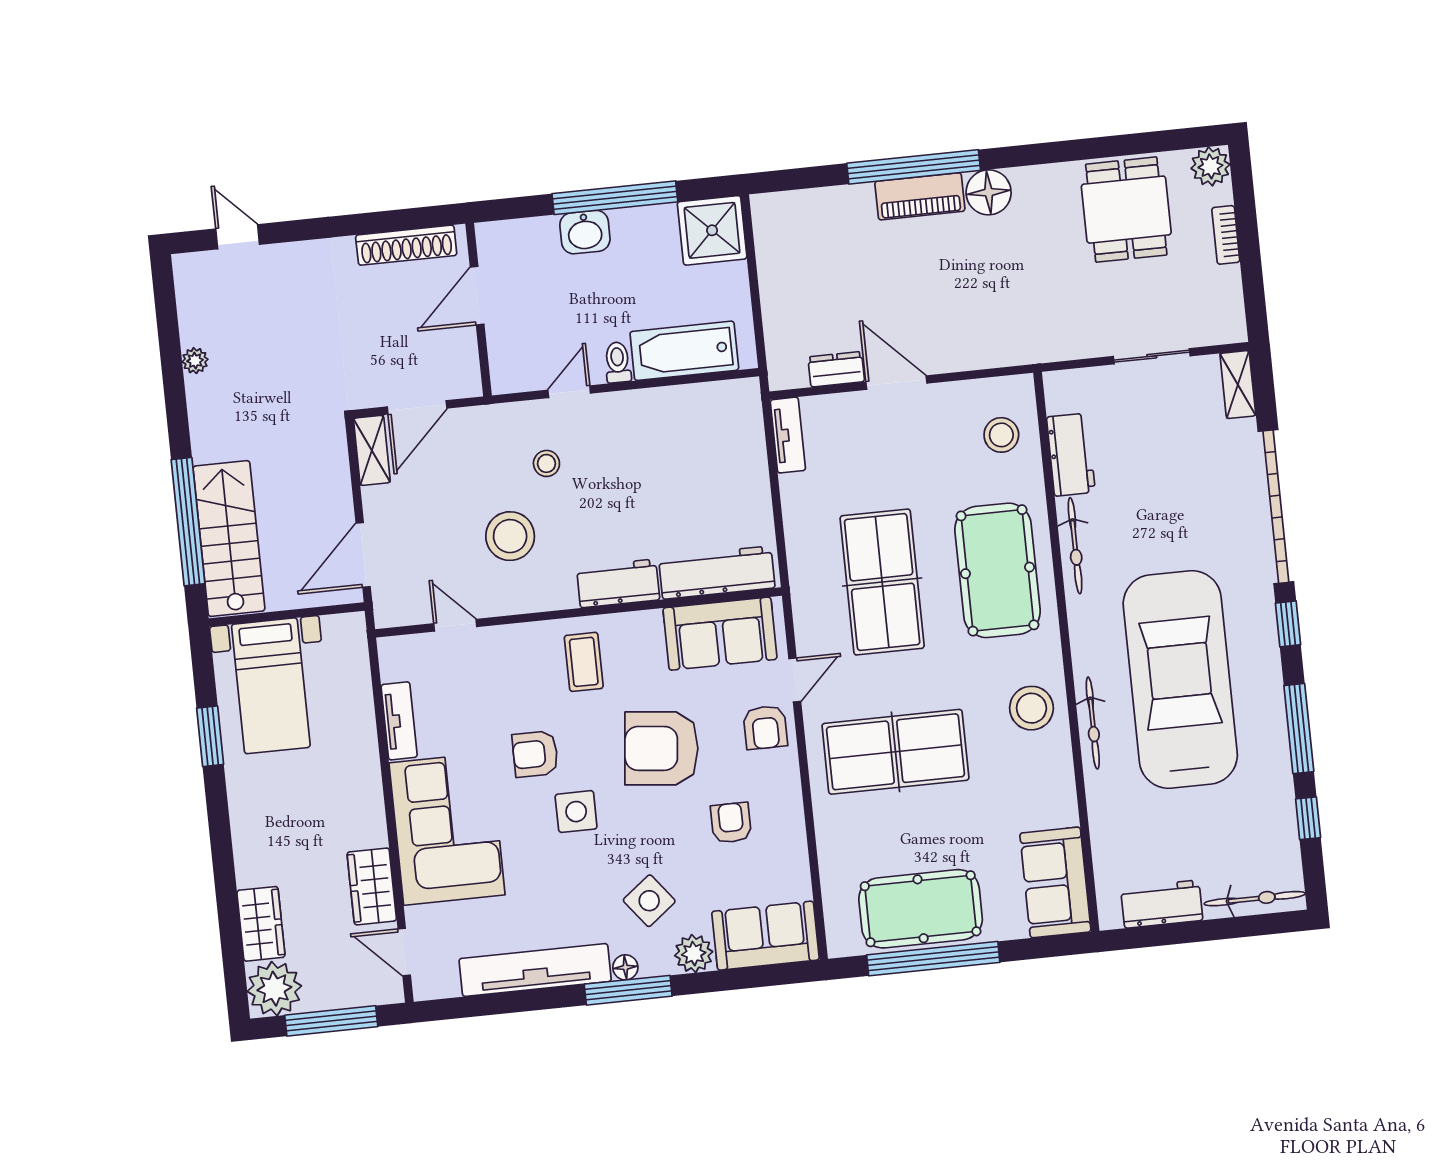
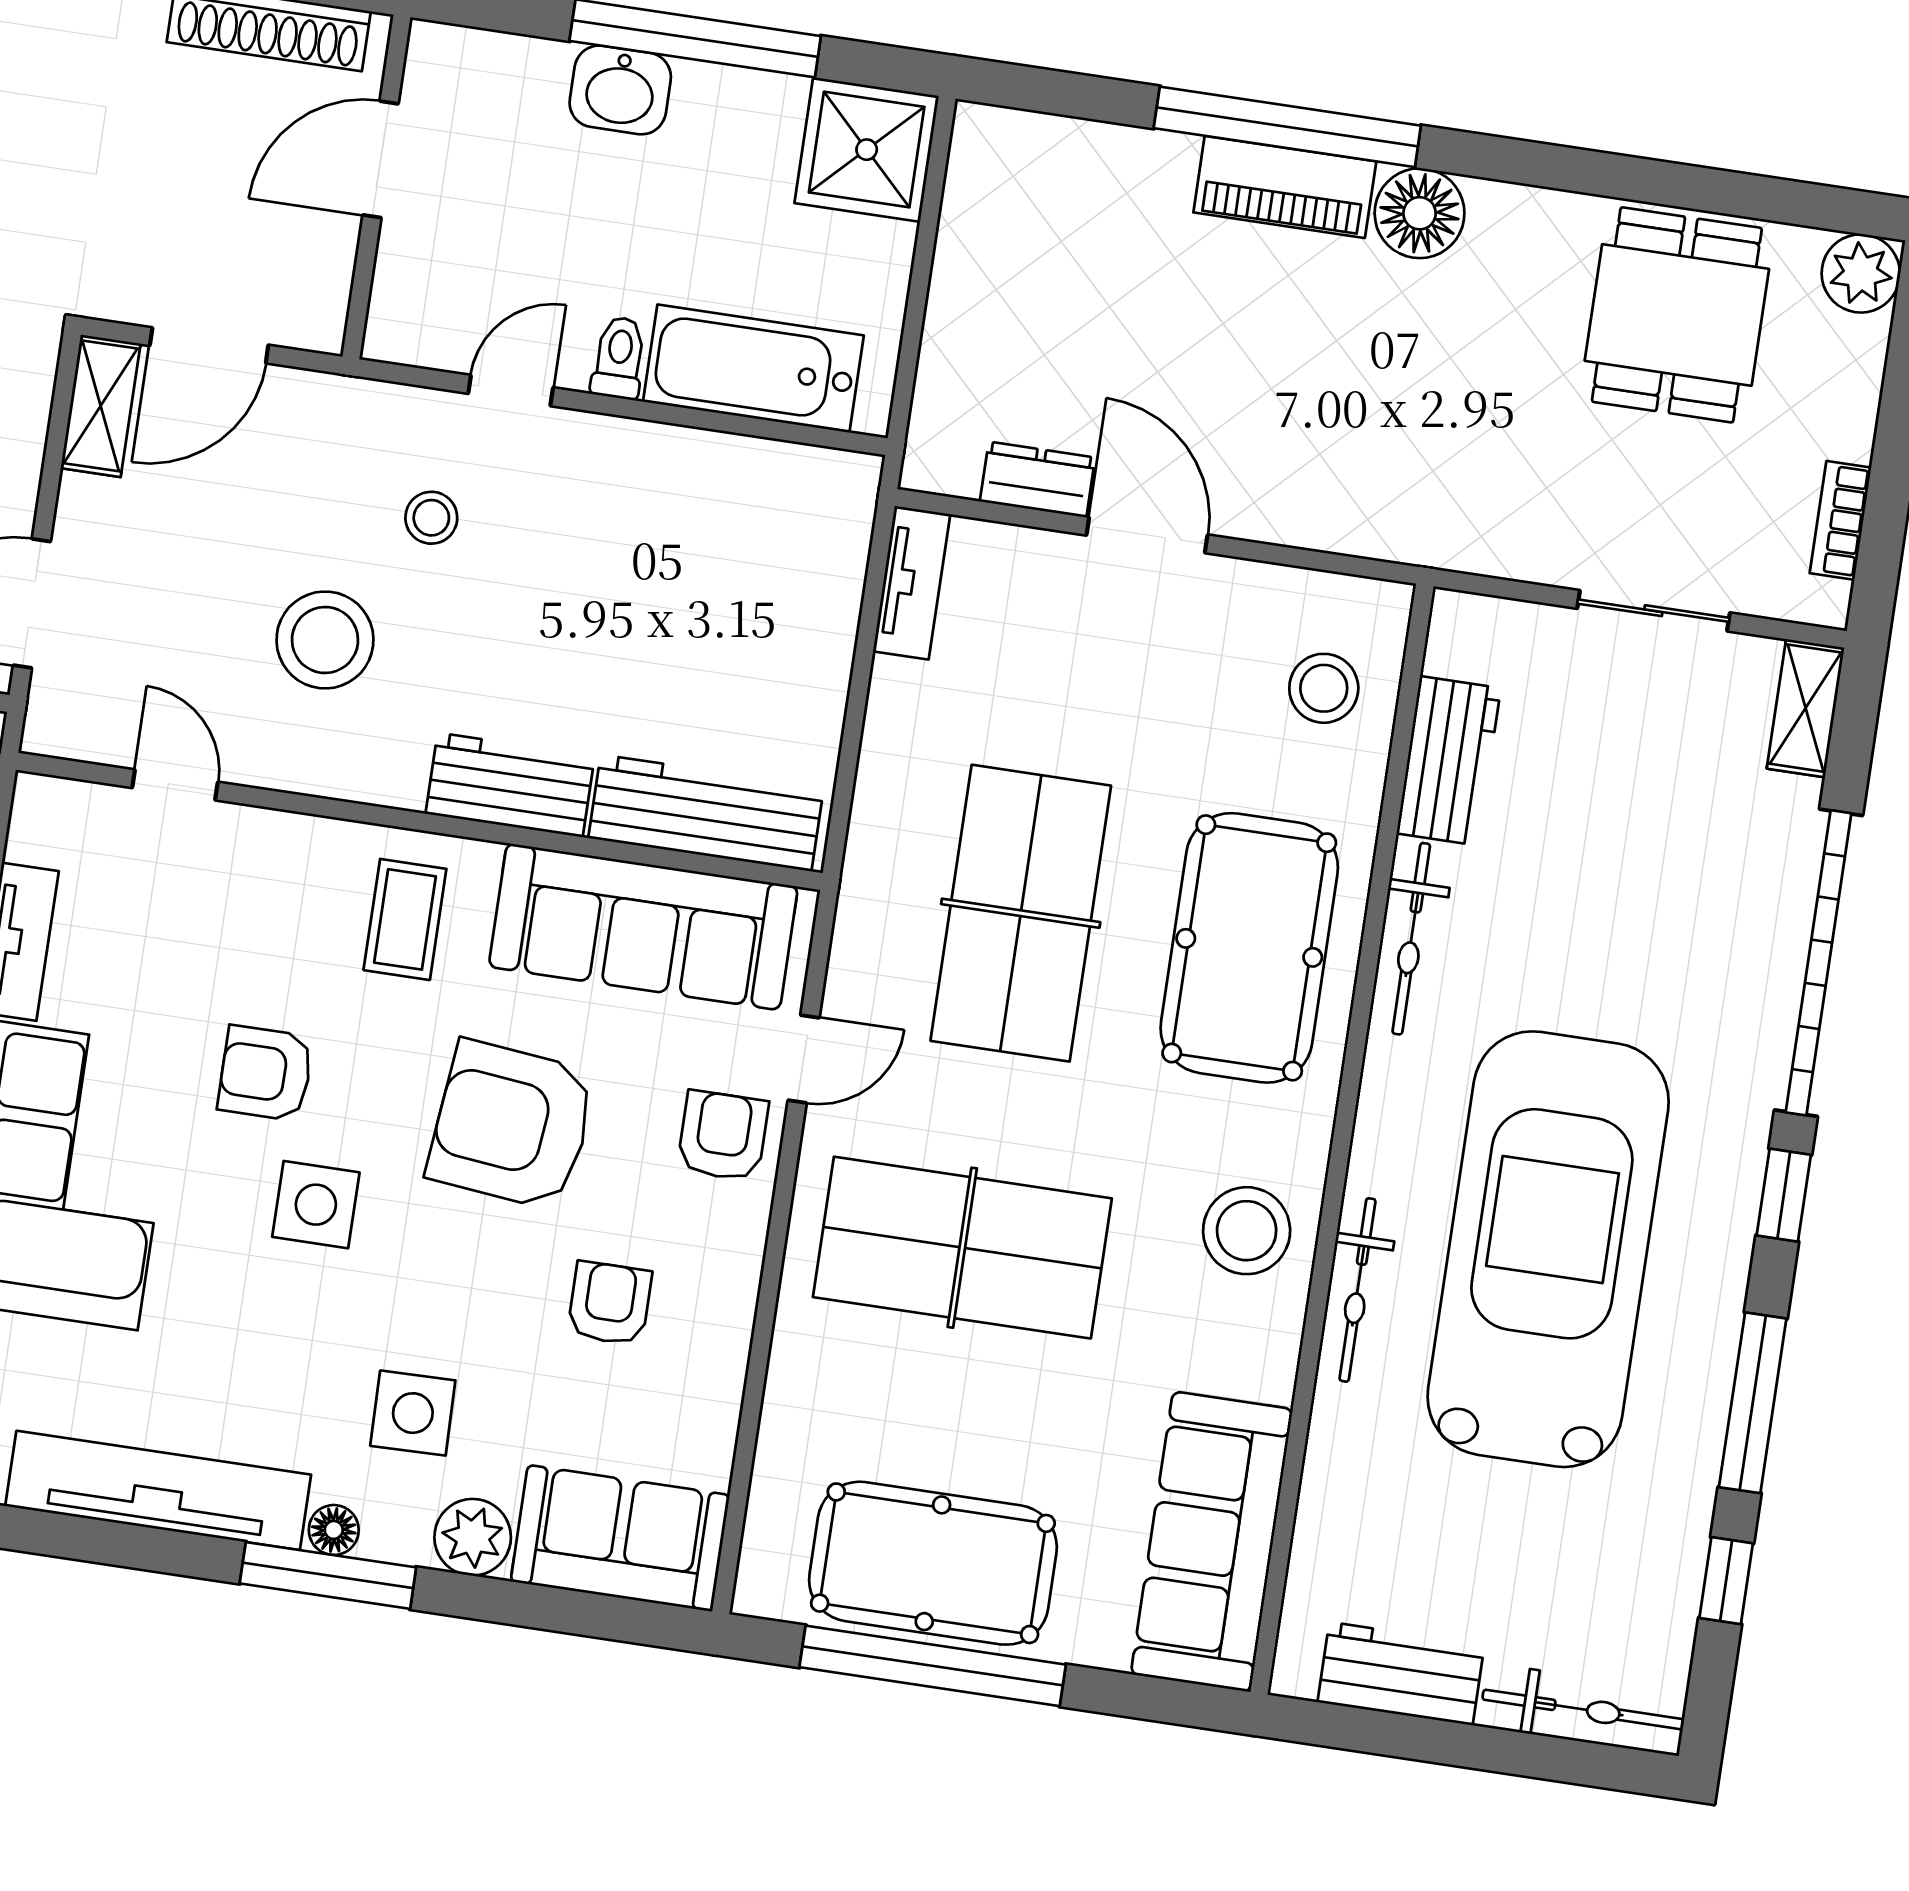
bookcase: (1226, 235) -> (1840, 520), moved
sofa: (720, 634) -> (643, 927), width x1.36
armchair: (765, 727) -> (723, 1136), turned 180
sofa: (1055, 882) -> (1212, 1542), width x1.36
side table: (649, 901) -> (413, 1413), turned 37

